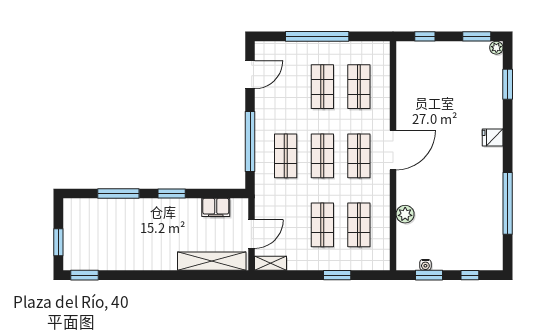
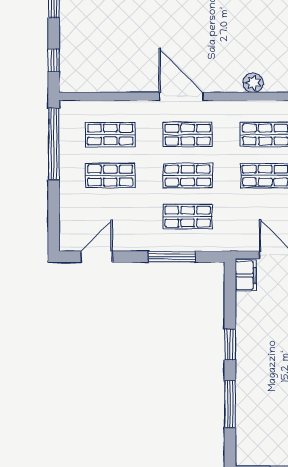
window: (317, 36) -> (54, 144), moved
door: (250, 75) -> (97, 257), hinge flipped
window: (250, 142) -> (172, 257), width x0.68
filing cabinet: (216, 207) -> (246, 275), moved

